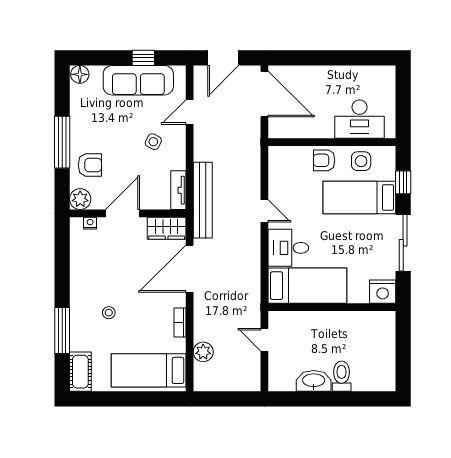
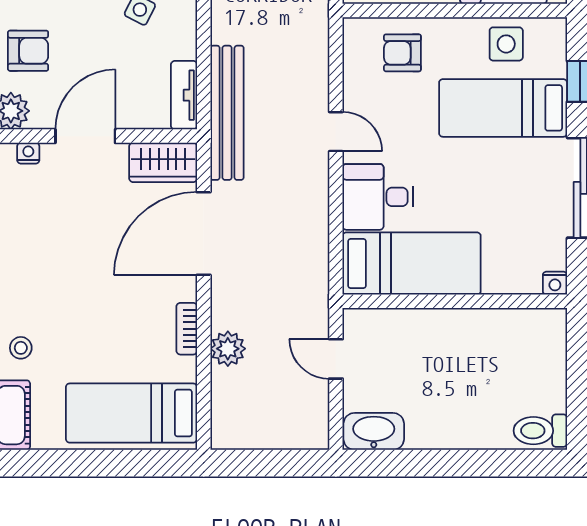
armchair: (324, 160) -> (402, 53), moved
nightstand: (383, 292) -> (555, 283), width x0.53, depth x0.56
stool: (109, 313) -> (21, 348), moved
plant: (203, 352) -> (228, 349), moved
toilet: (342, 376) -> (540, 431), moved, turned -90
washbasin: (314, 381) -> (374, 431), moved

